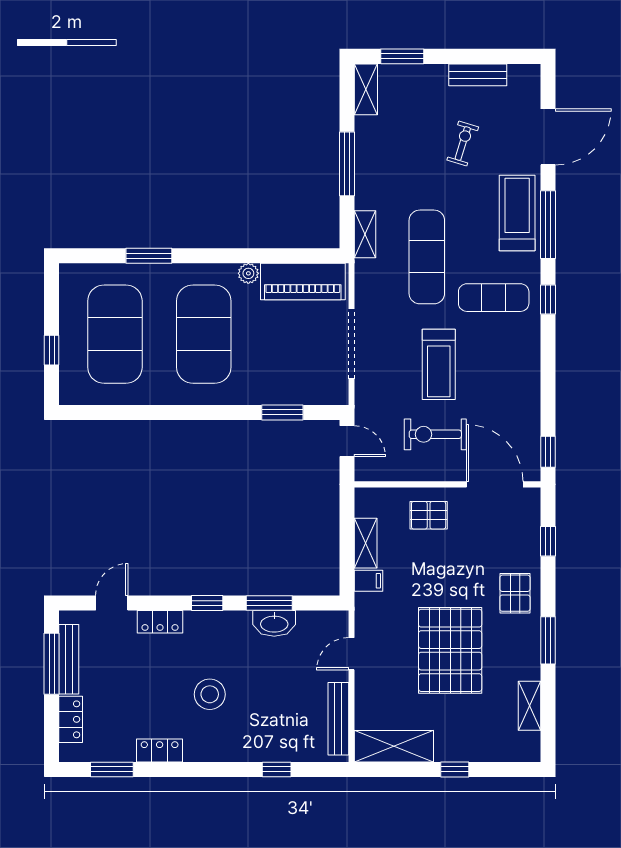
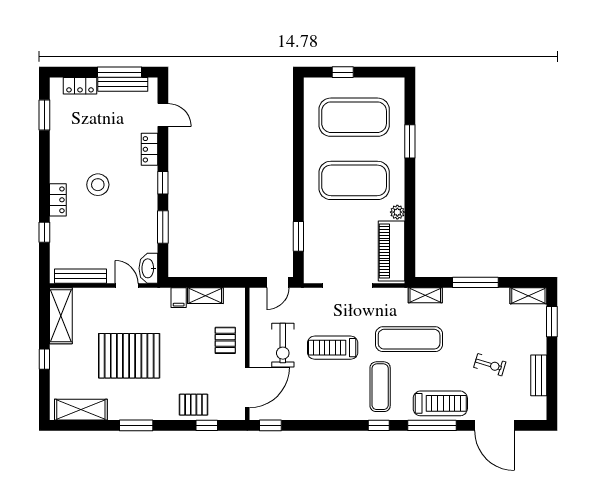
exercise bike: (435, 434) -> (283, 345), turned 180
pallet: (515, 593) -> (194, 405), moved
washbasin: (274, 623) -> (148, 268), moved
shelving: (529, 706) -> (81, 410), width x1.50, depth x1.33
locker: (160, 750) -> (58, 200), moved

